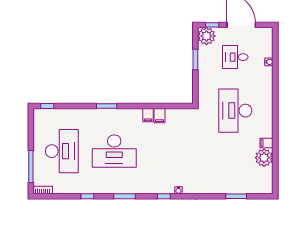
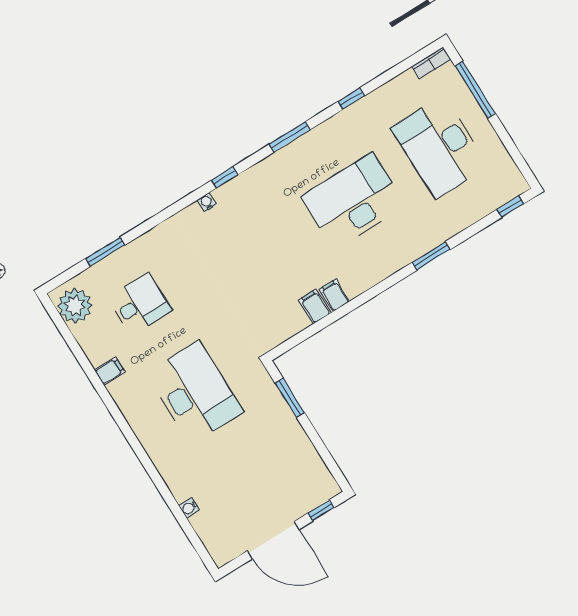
plant: (206, 36) -> (319, 486), removed
desk: (235, 57) -> (140, 304), moved
window: (195, 59) -> (290, 398), moved
window: (107, 106) -> (431, 256), moved
plant: (264, 158) -> (75, 306), moved

